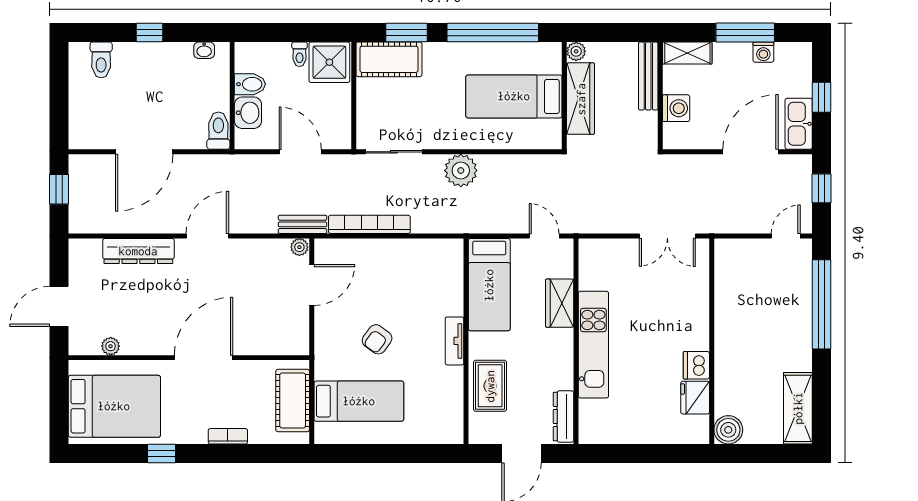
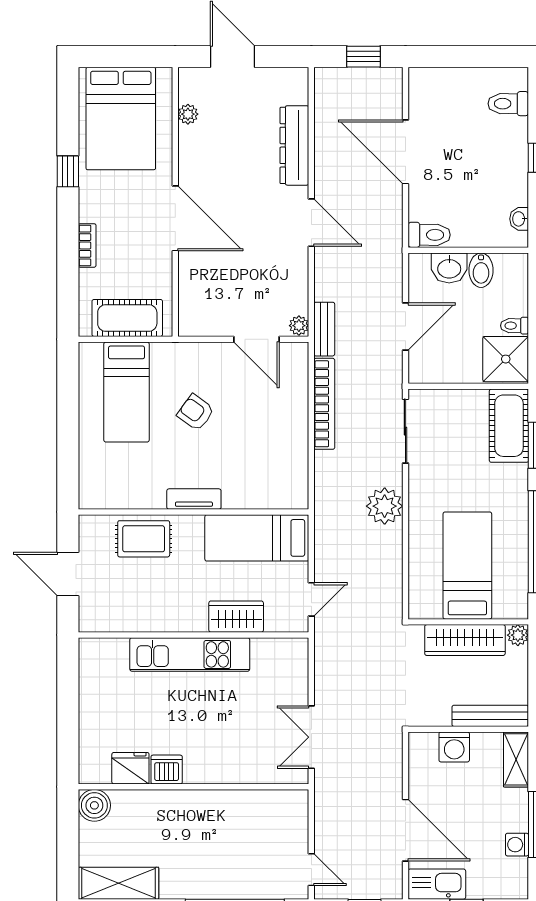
dresser: (564, 417) -> (109, 621), removed

